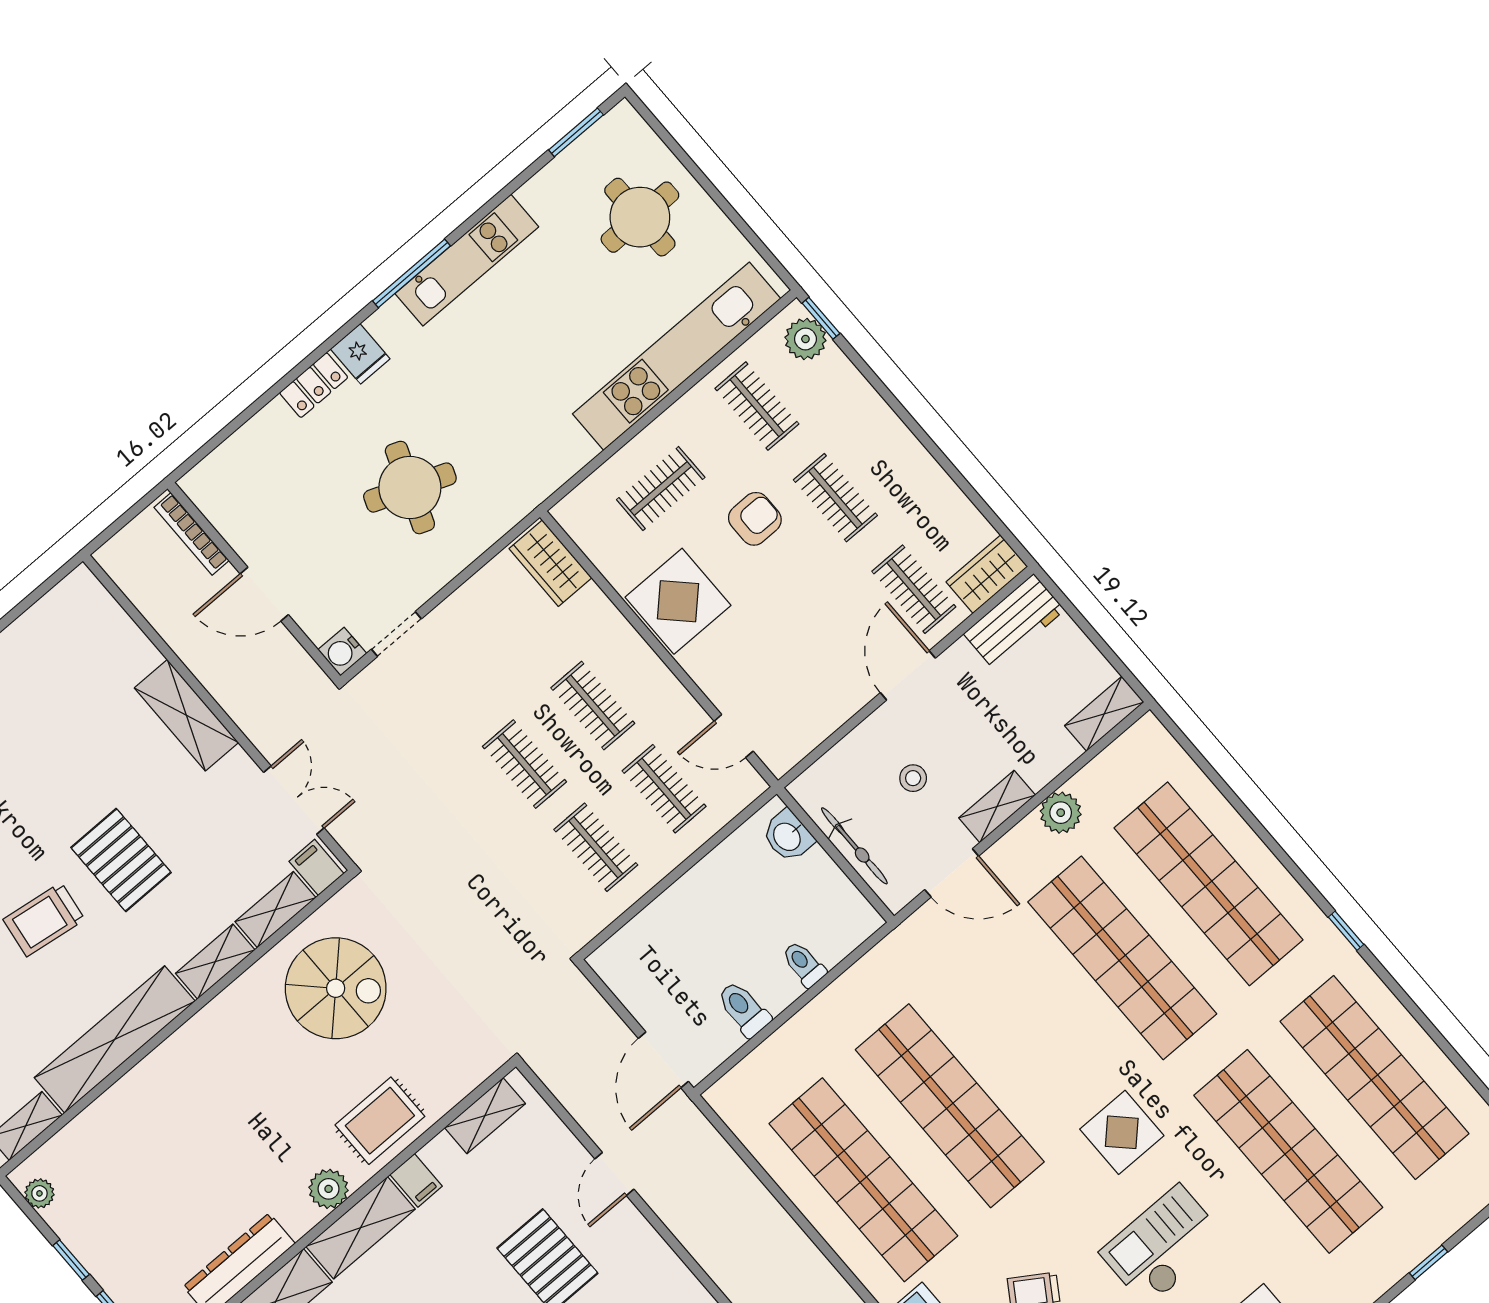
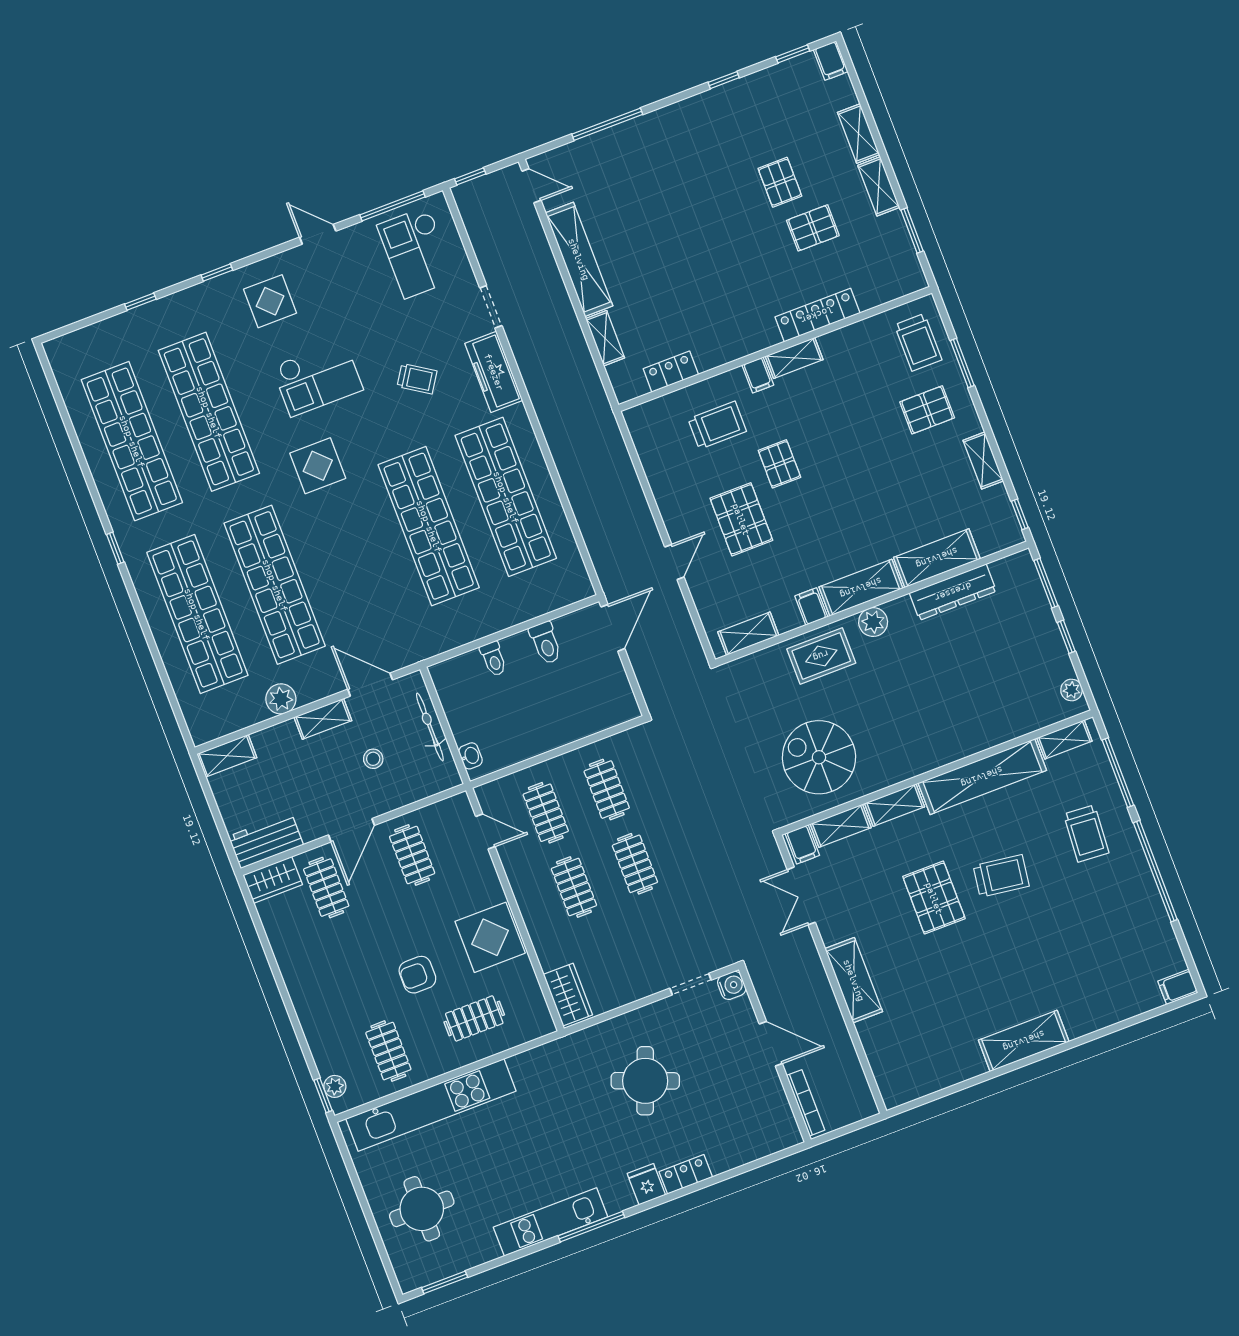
plant: (805, 339) -> (335, 1086), width x0.73, depth x0.73
clothes rail: (835, 498) -> (412, 855), moved
washbasin: (788, 836) -> (471, 756), width x0.72, depth x0.69

